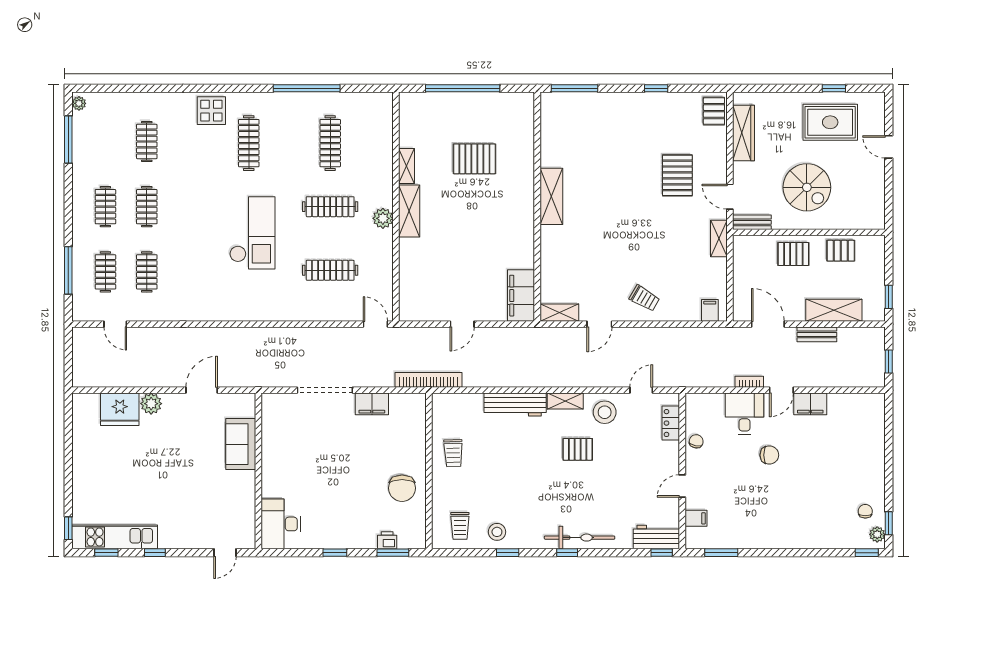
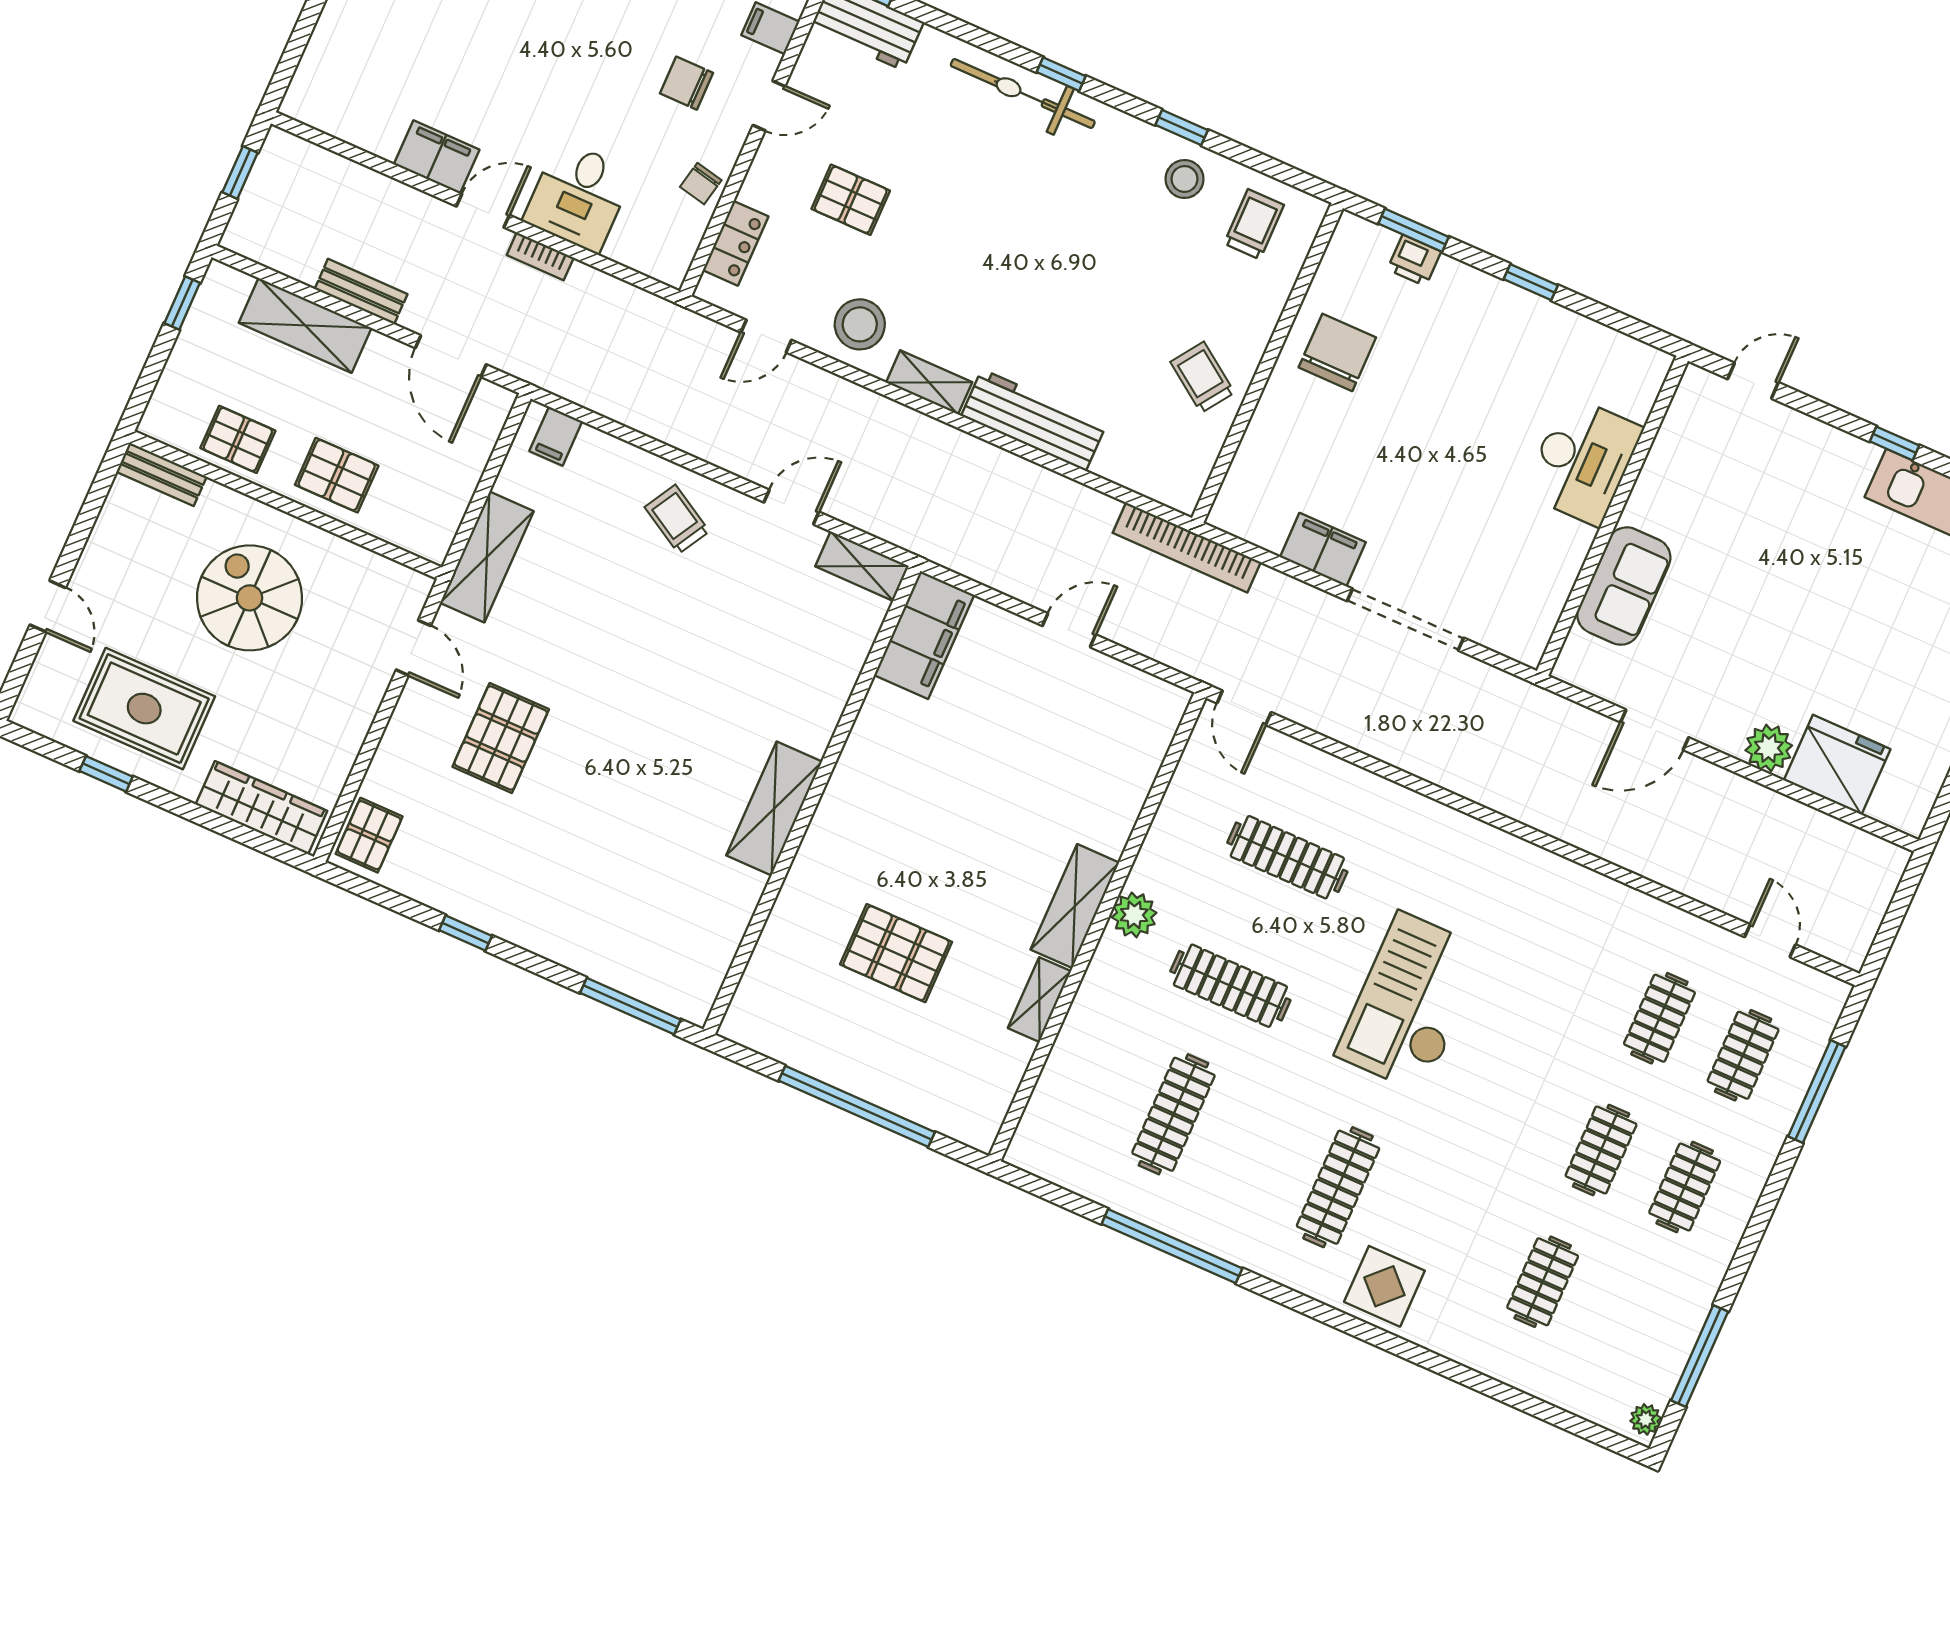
wardrobe: (744, 133) -> (261, 808), moved, turned 90
bench: (752, 222) -> (162, 474), moved
shelving: (719, 239) -> (487, 557), width x1.50, depth x1.33
pallet: (578, 449) -> (851, 200), moved
trolley: (453, 453) -> (1202, 377), turned -53
chair: (769, 455) -> (686, 83), moved
desk: (281, 524) -> (1583, 461), moved

